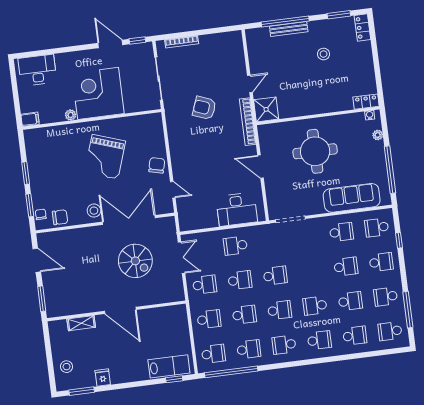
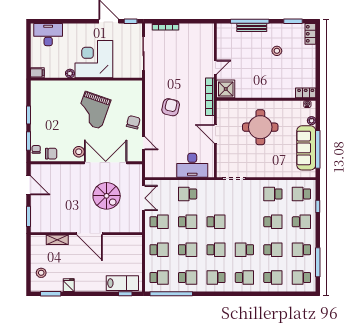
armchair: (204, 108) -> (171, 107), moved, turned 82
sofa: (352, 198) -> (306, 148), moved, turned -90
school desk: (341, 232) -> (273, 194), turned 180

